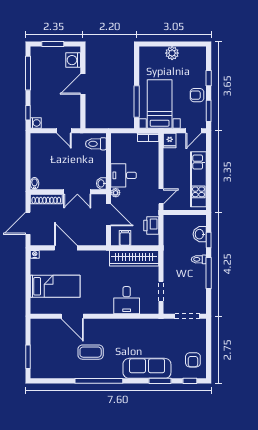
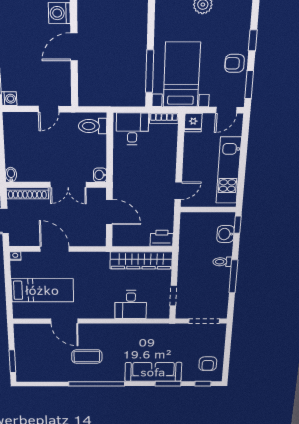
door: (64, 131) -> (49, 109), hinge flipped
desk: (124, 175) -> (132, 129), moved, turned 90
plant: (116, 193) -> (119, 186), removed
printer: (151, 226) -> (162, 238), moved, turned 90
filing cabinet: (125, 238) -> (130, 238), removed
window: (209, 240) -> (238, 225), moved

